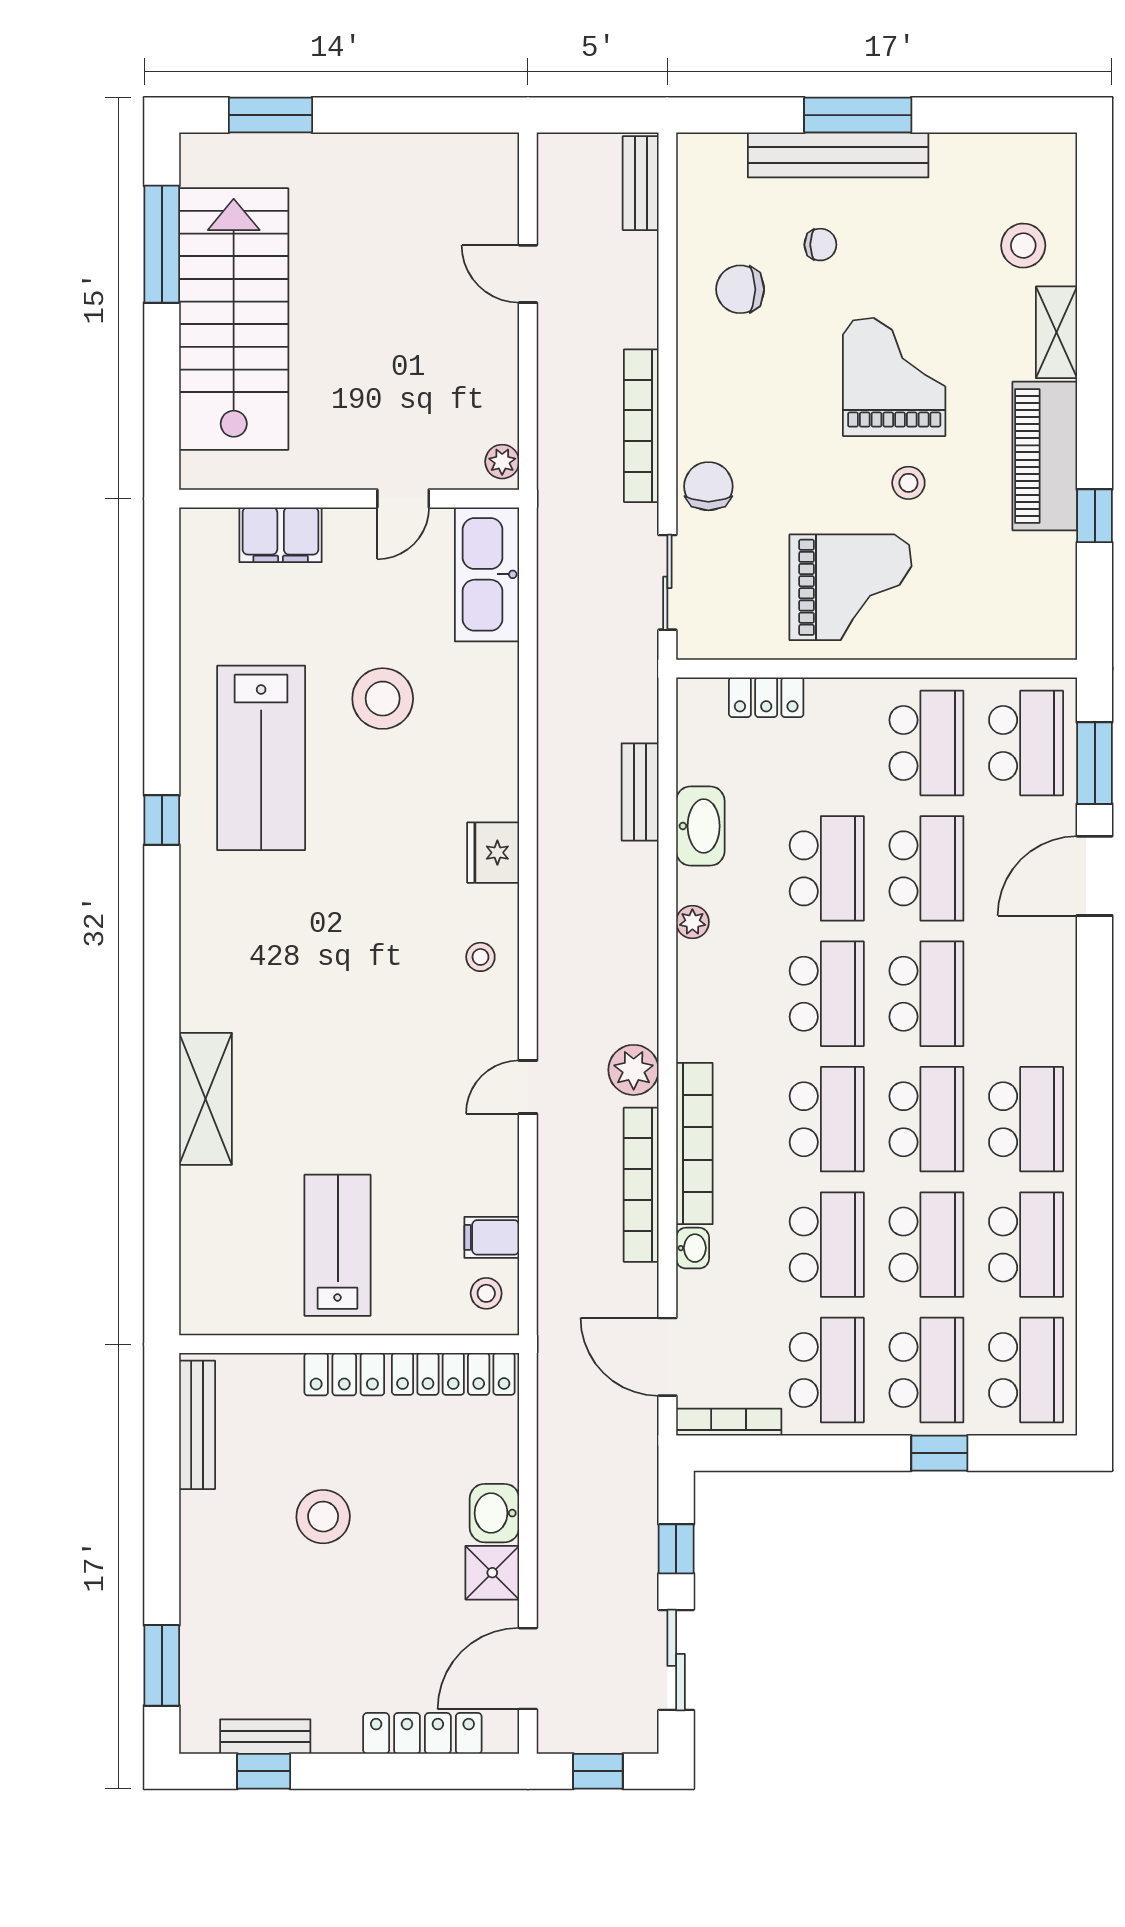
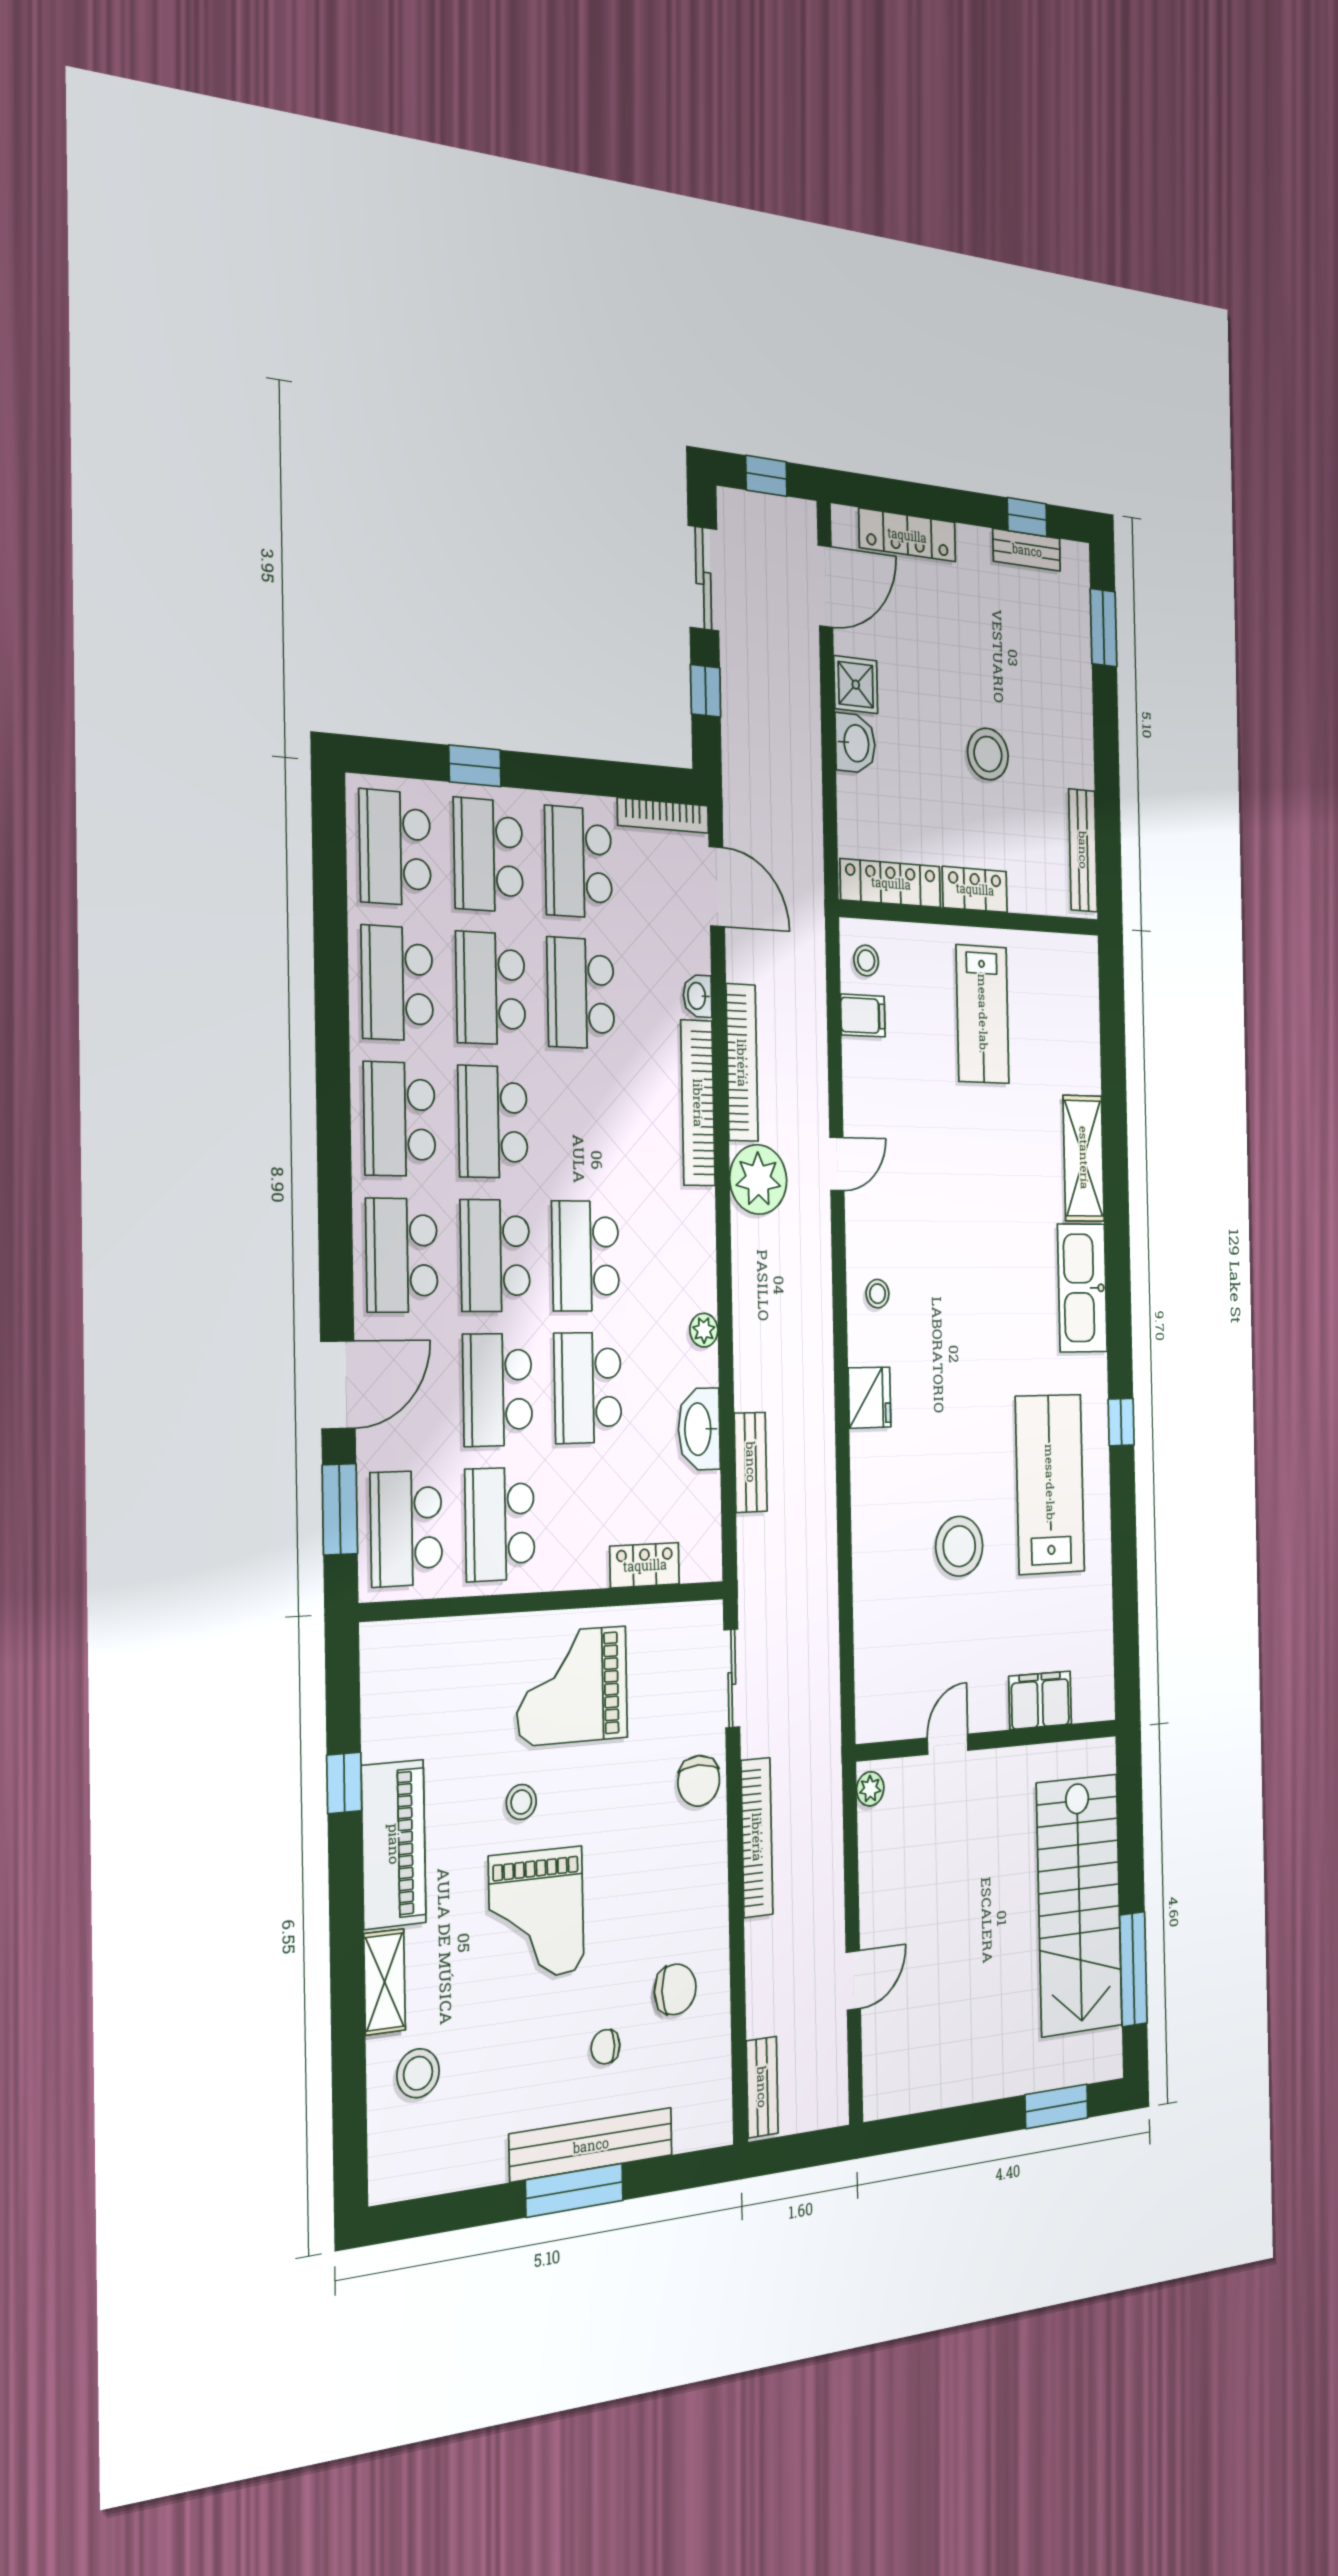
door: (528, 274) -> (853, 1980), hinge flipped
kitchen sink: (487, 574) -> (1082, 1288), moved, turned 180
plant: (634, 1070) -> (758, 1179), width x1.36, depth x1.36
school desk: (827, 1119) -> (402, 1255), moved

